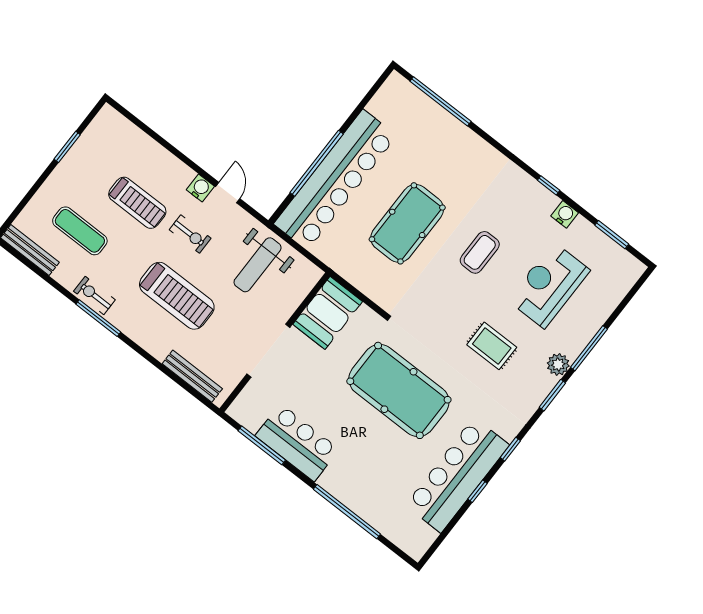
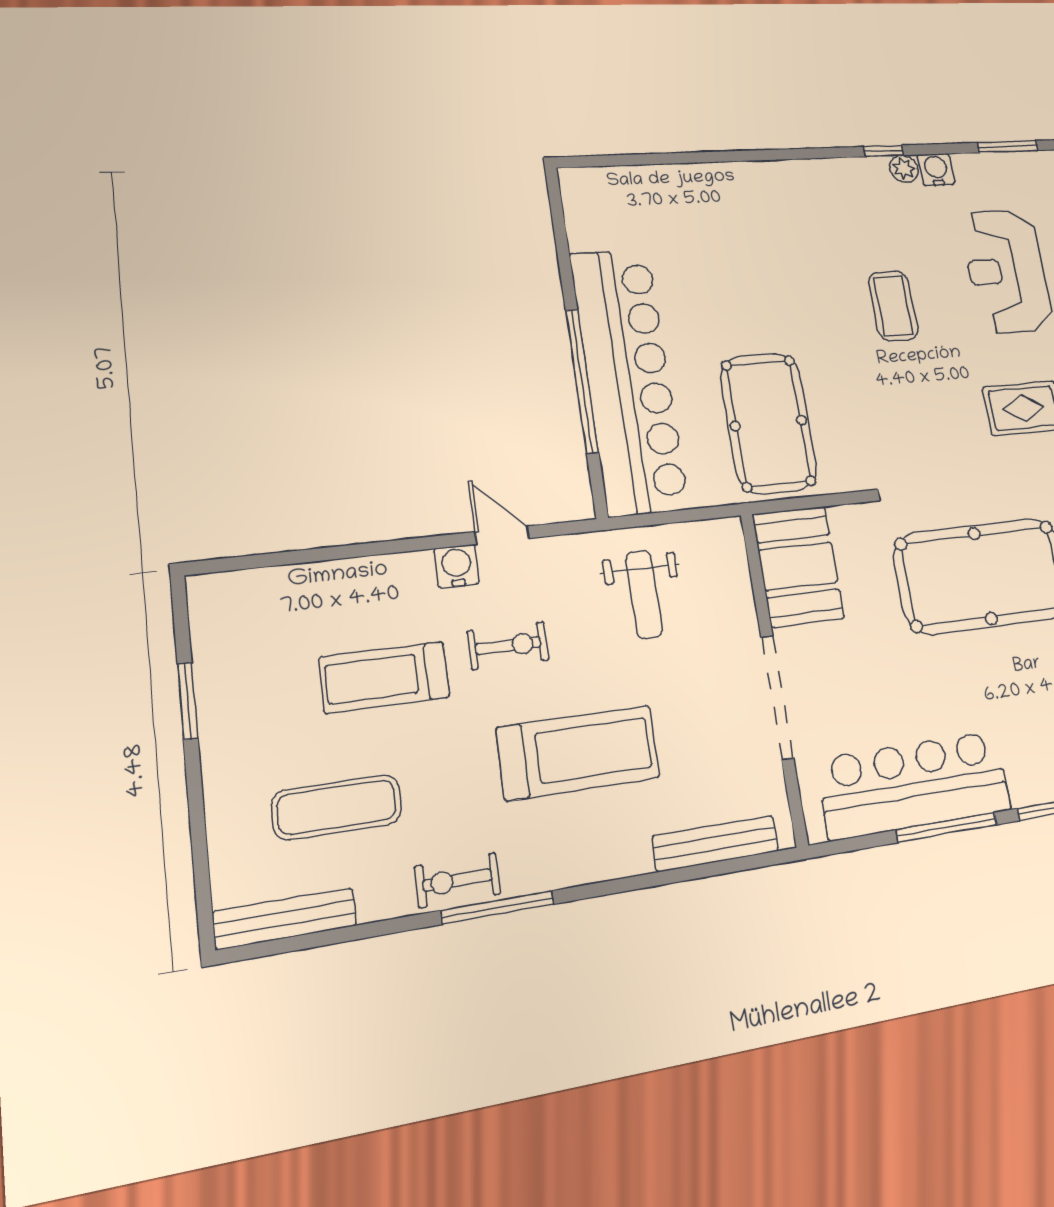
window: (441, 101) -> (656, 159), removed
plant: (550, 201) -> (904, 169), added
treadmill: (137, 203) -> (384, 677), turned 180
pool table: (407, 223) -> (768, 423), moved
weight bench: (258, 265) -> (644, 594), width x0.73, depth x0.75
bar counter: (297, 443) -> (914, 785), width x1.36
window: (262, 445) -> (947, 827), moved

